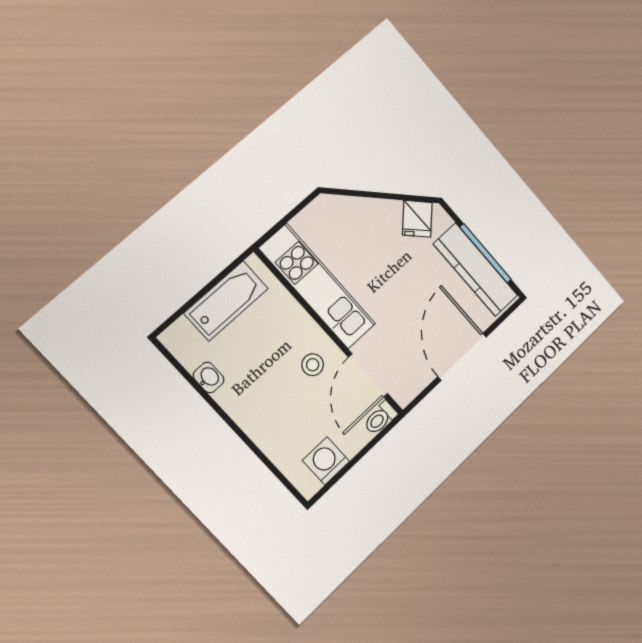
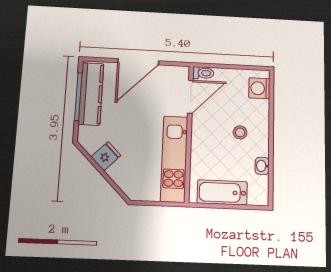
fridge: (417, 219) -> (106, 156), moved
stool: (313, 365) -> (240, 132), moved
washing machine: (326, 461) -> (259, 88), moved, turned 90

